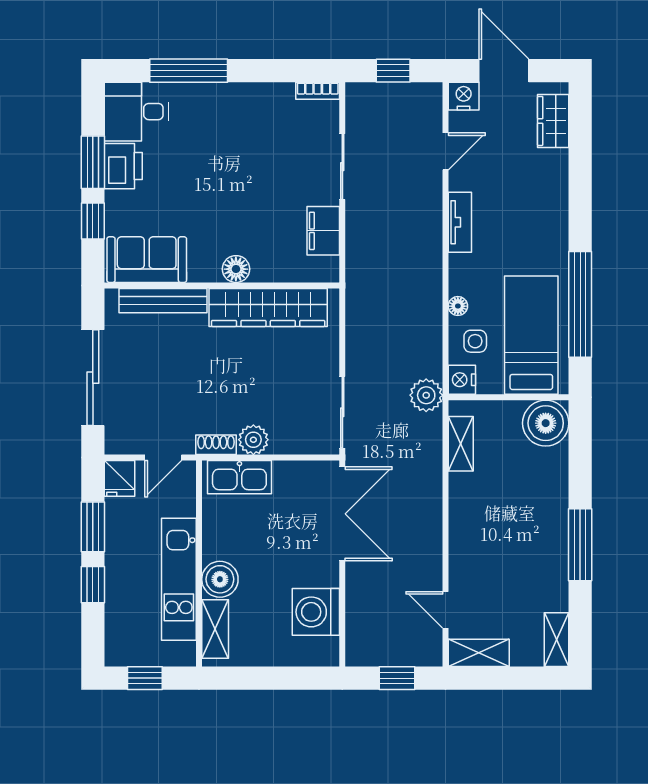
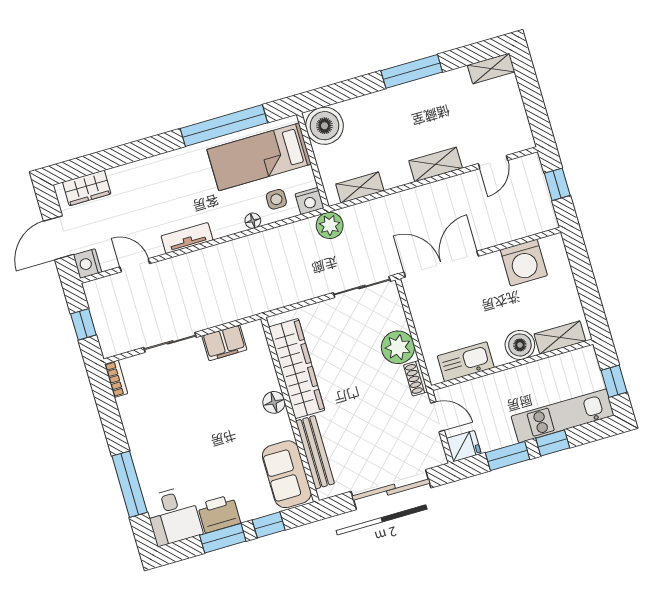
plant: (253, 440) -> (398, 347), width x1.36, depth x1.36
kitchen sink: (239, 477) -> (466, 362), moved, turned -90
kitchen unit: (179, 579) -> (563, 416), moved, turned 180
shelving: (479, 653) -> (436, 164), moved, turned 90

